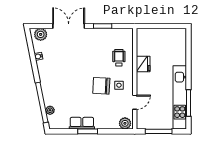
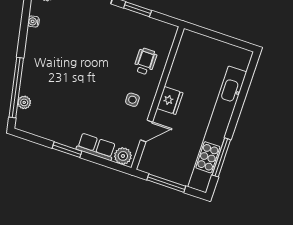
fridge: (143, 64) -> (170, 101), moved
chair: (101, 86) -> (108, 92), removed
kitchen unit: (180, 97) -> (217, 129), width x1.36
row of seats: (82, 123) -> (96, 147), moved

